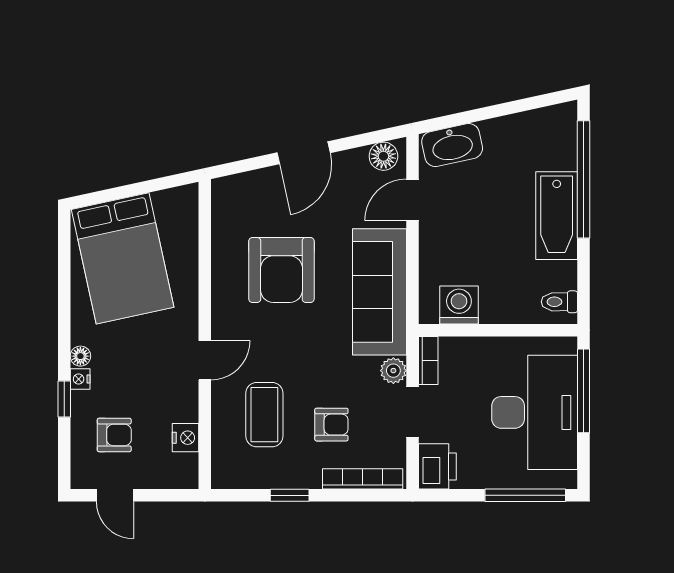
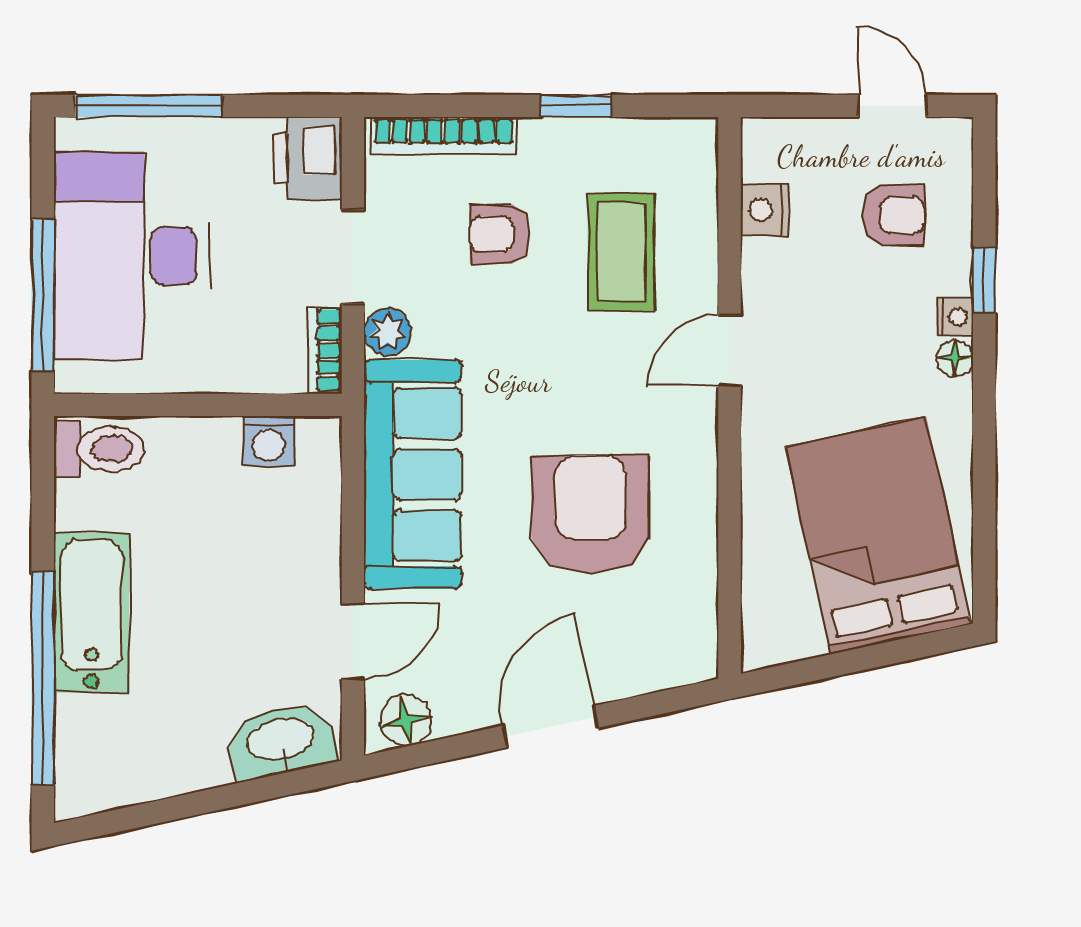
toilet: (559, 302) -> (99, 449), width x1.37, depth x1.39
washing machine: (459, 305) -> (269, 441), width x0.73, depth x0.73
armchair: (114, 435) -> (894, 215), turned 180

